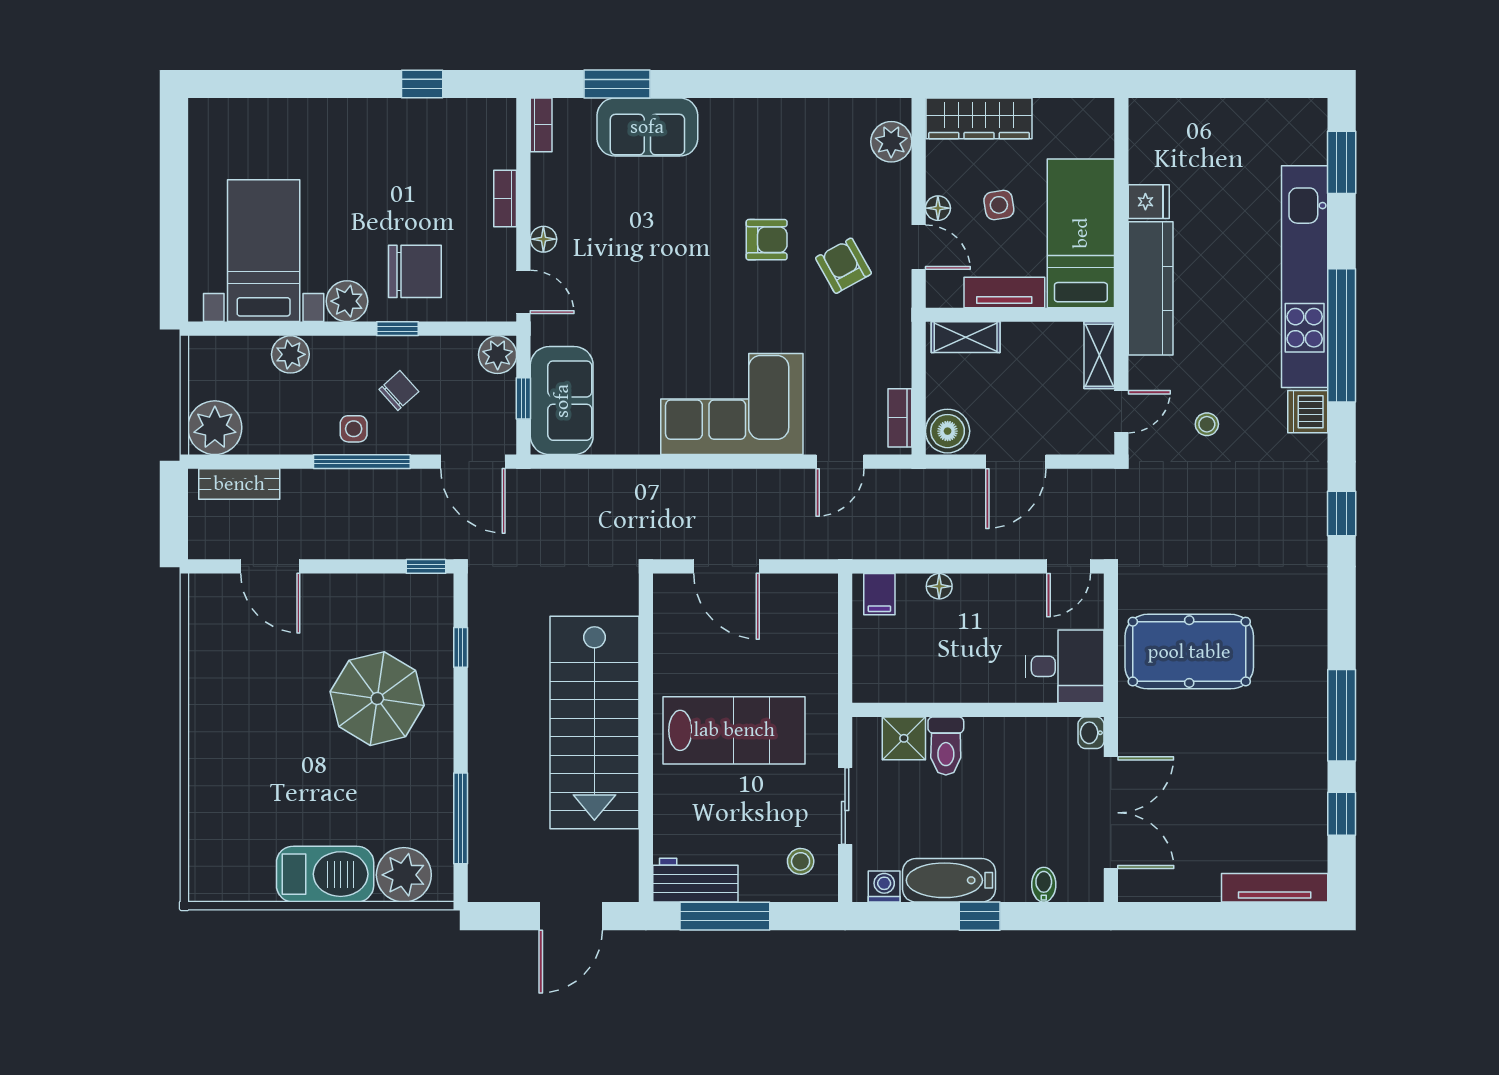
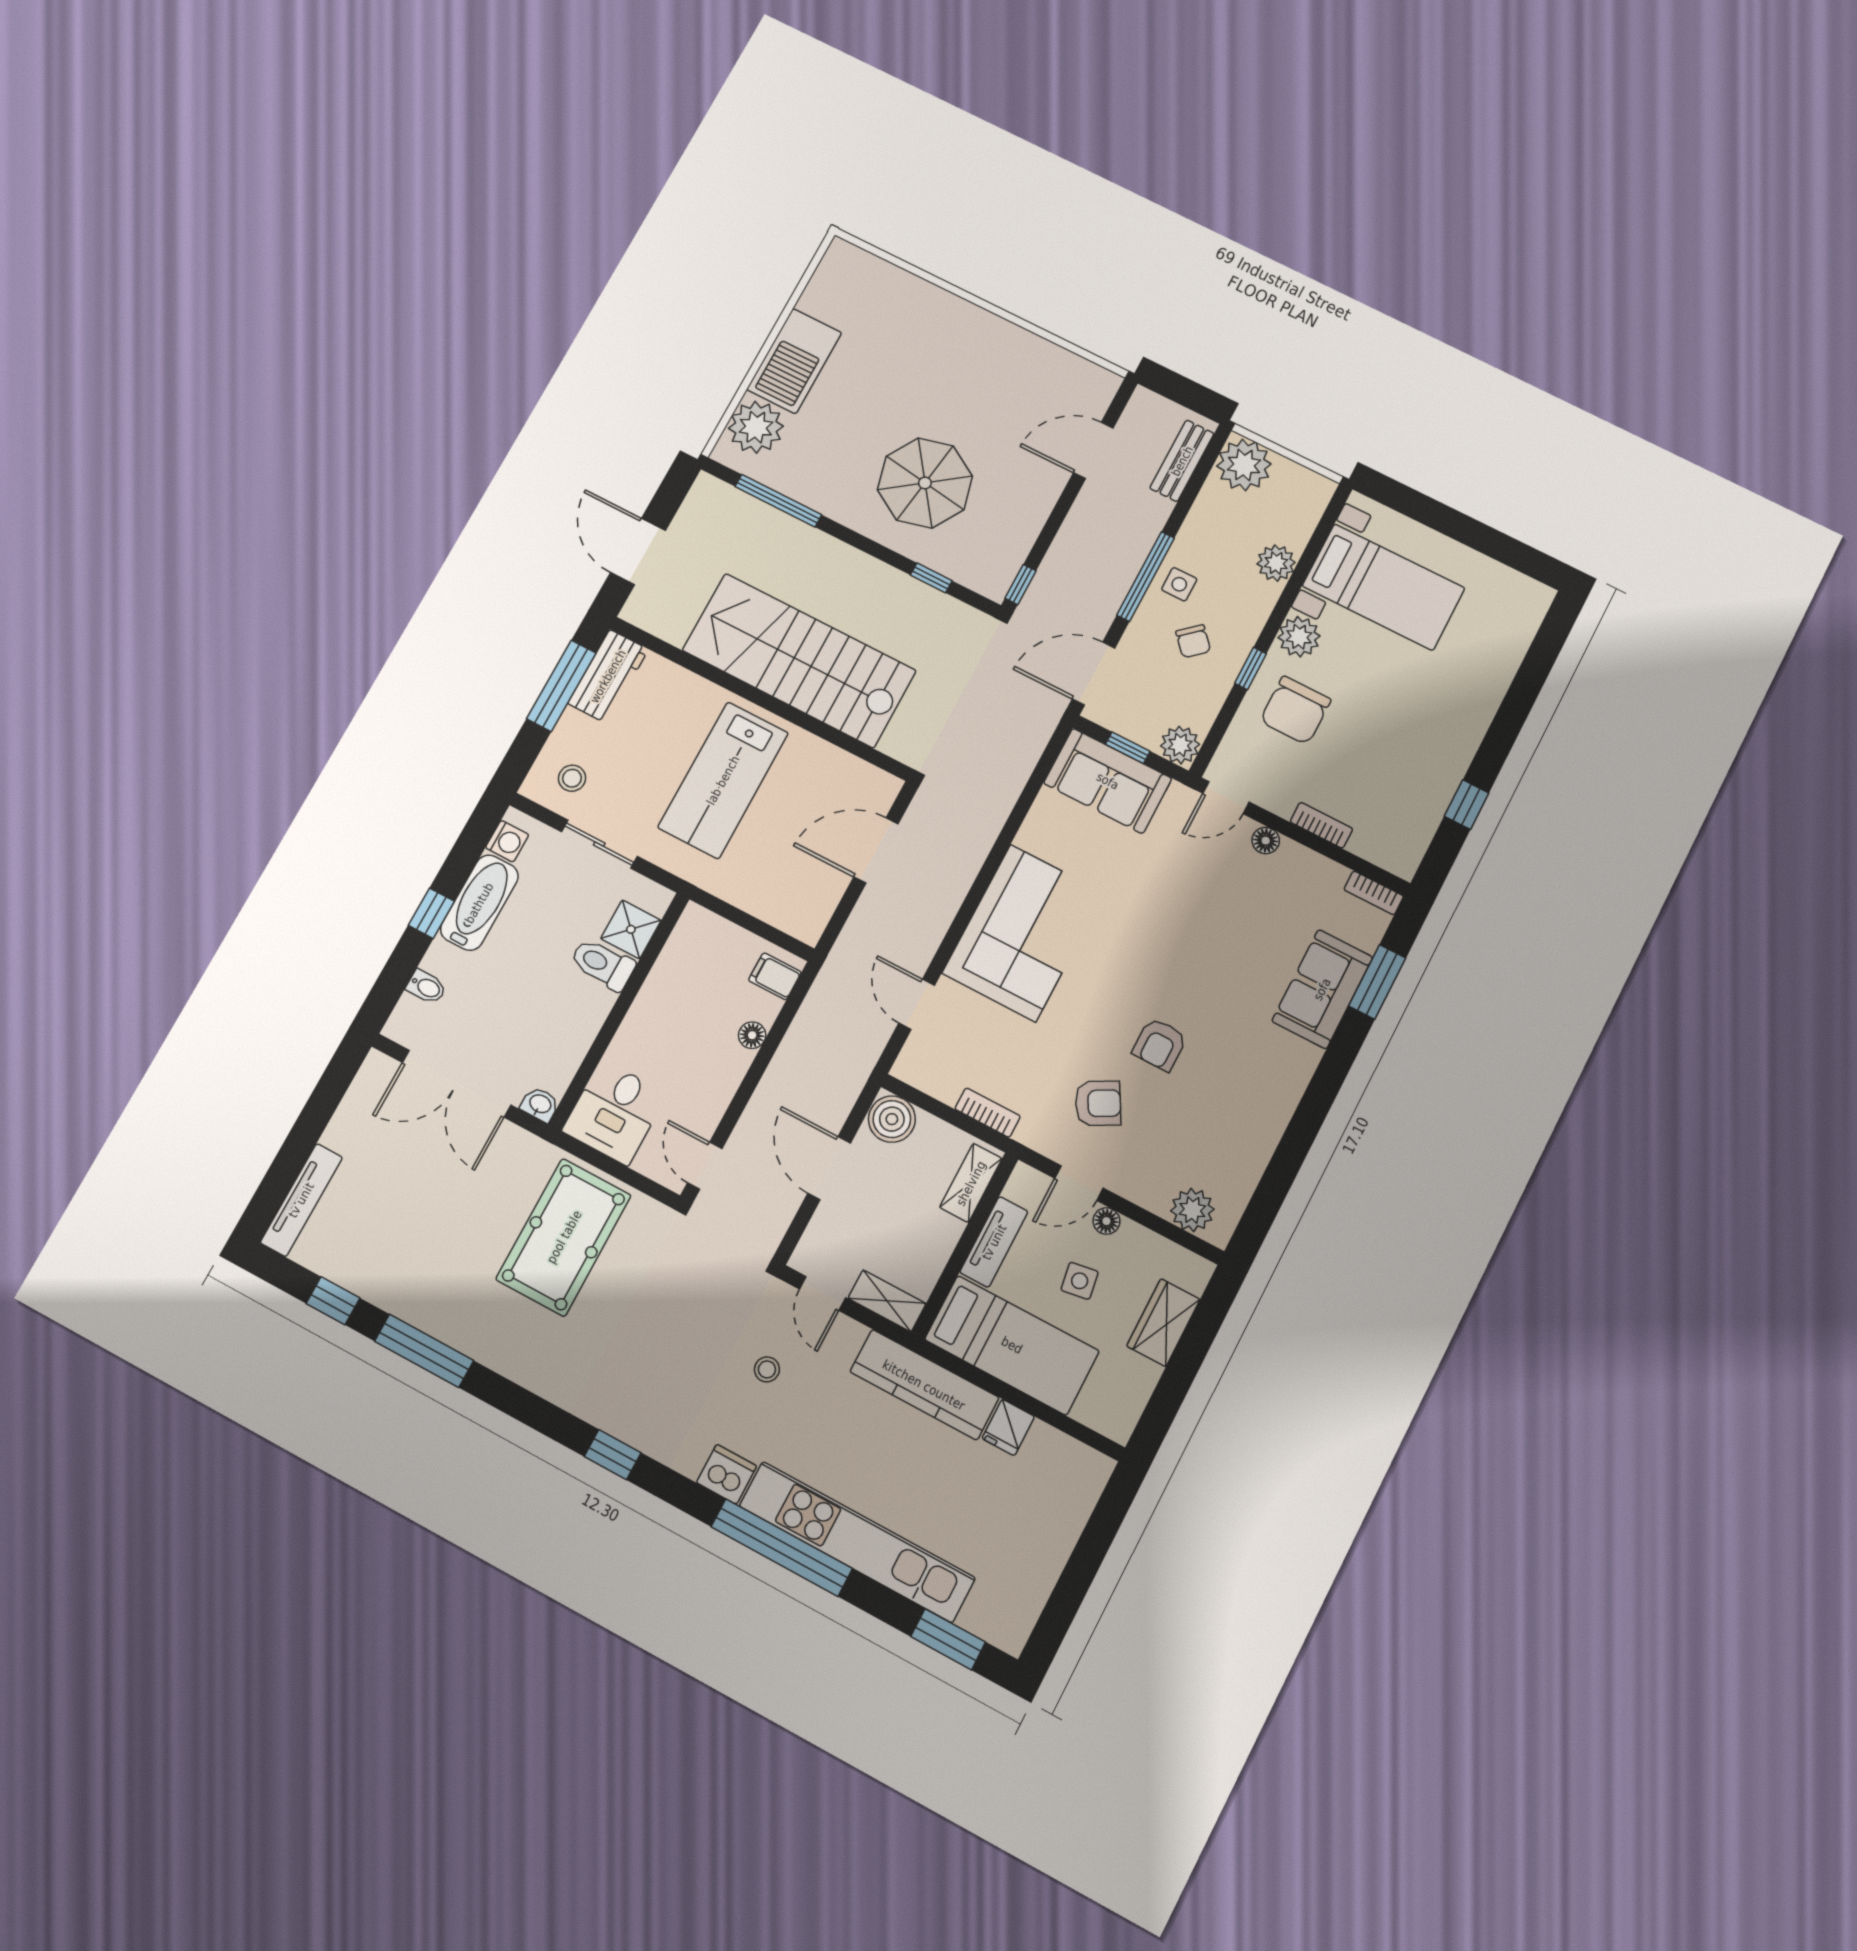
wardrobe: (979, 118) -> (1163, 1323), width x0.67
bookcase: (900, 418) -> (988, 1113), moved

